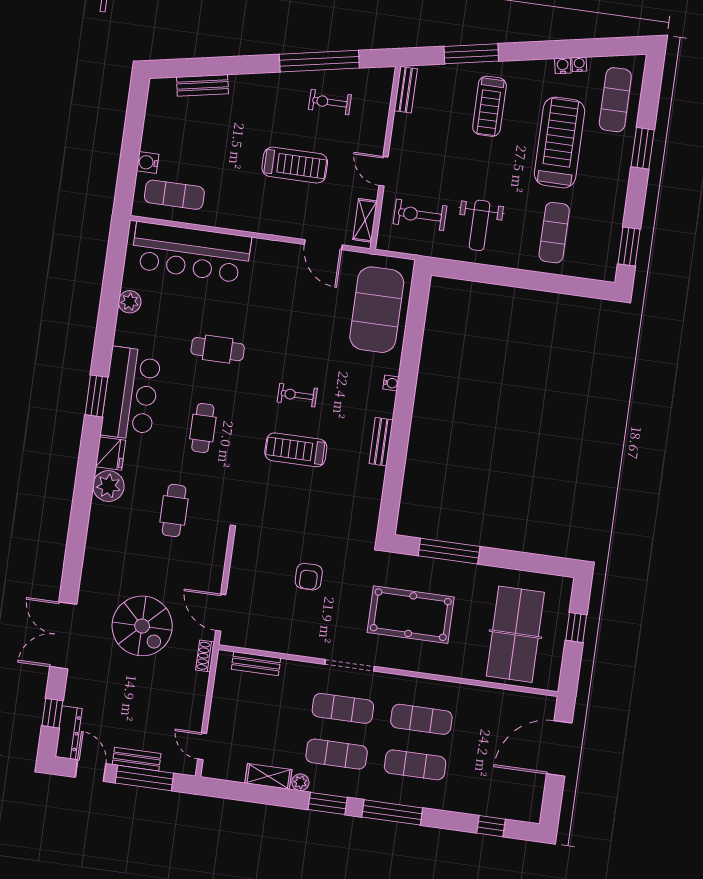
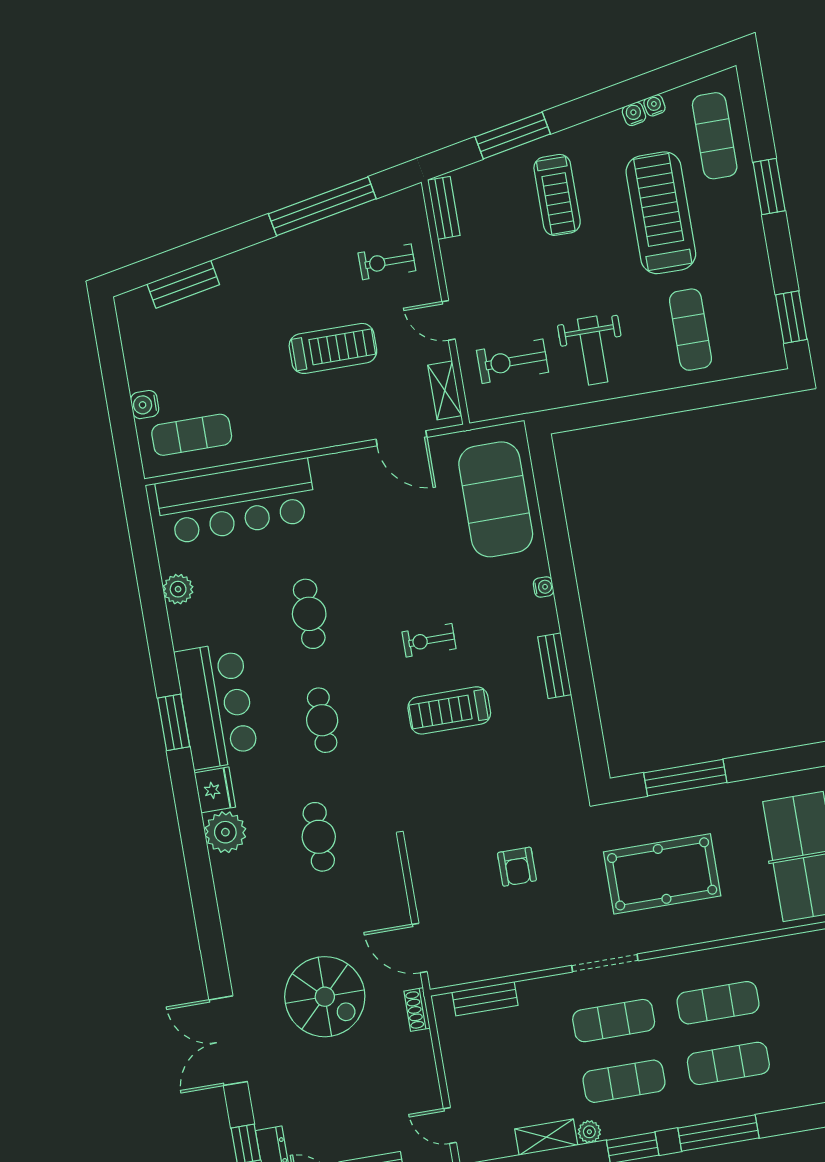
exercise bike: (330, 102) -> (387, 262), moved
cafe table: (218, 349) -> (309, 614), turned 90

